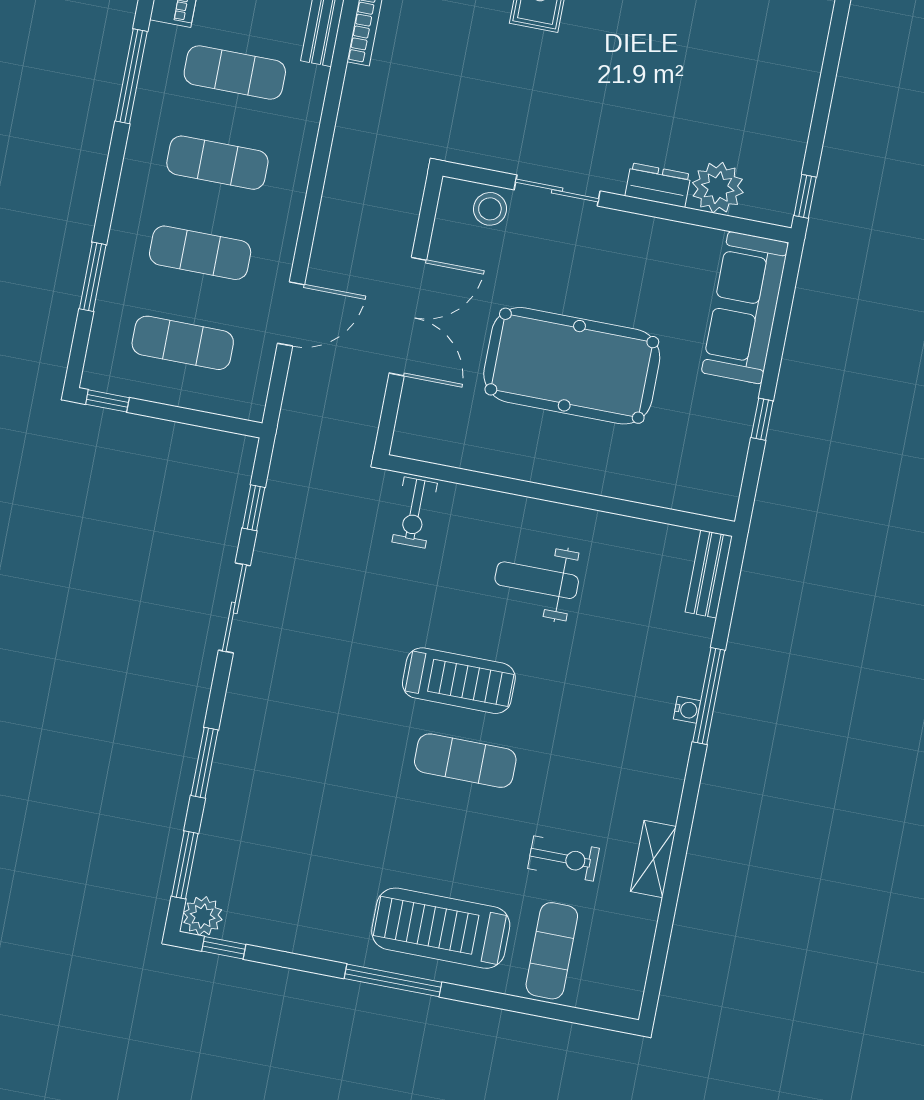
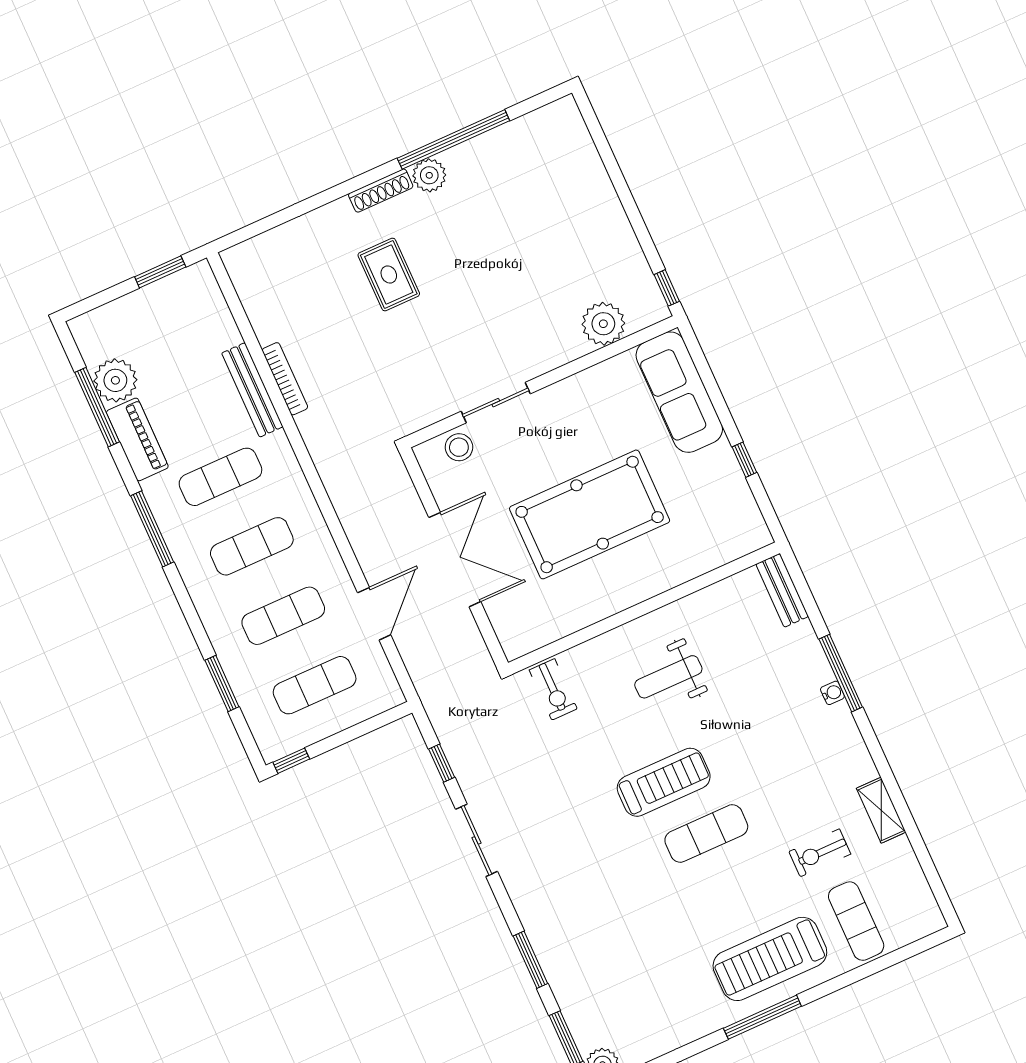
dresser: (658, 185) -> (562, 351), removed
exercise bike: (563, 858) -> (820, 853), turned 180

